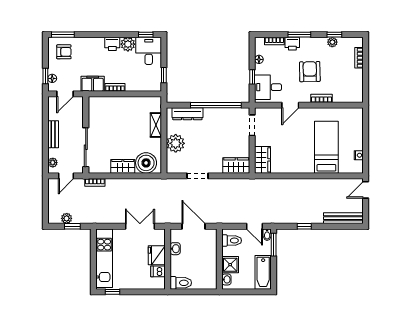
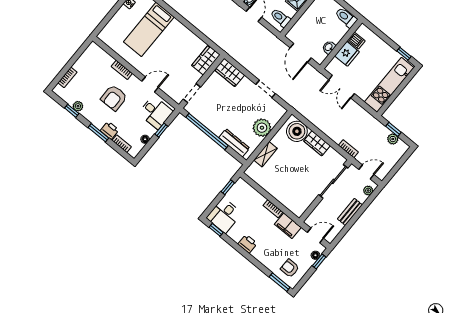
plant: (128, 44) -> (236, 234), removed

